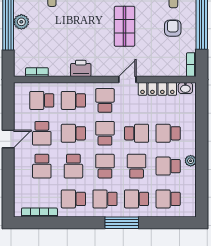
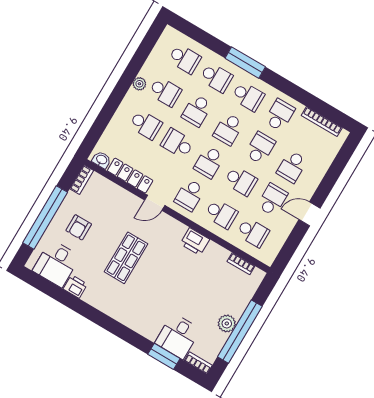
school desk: (42, 166) -> (292, 167), turned 180
school desk: (73, 199) -> (280, 115), turned -90

